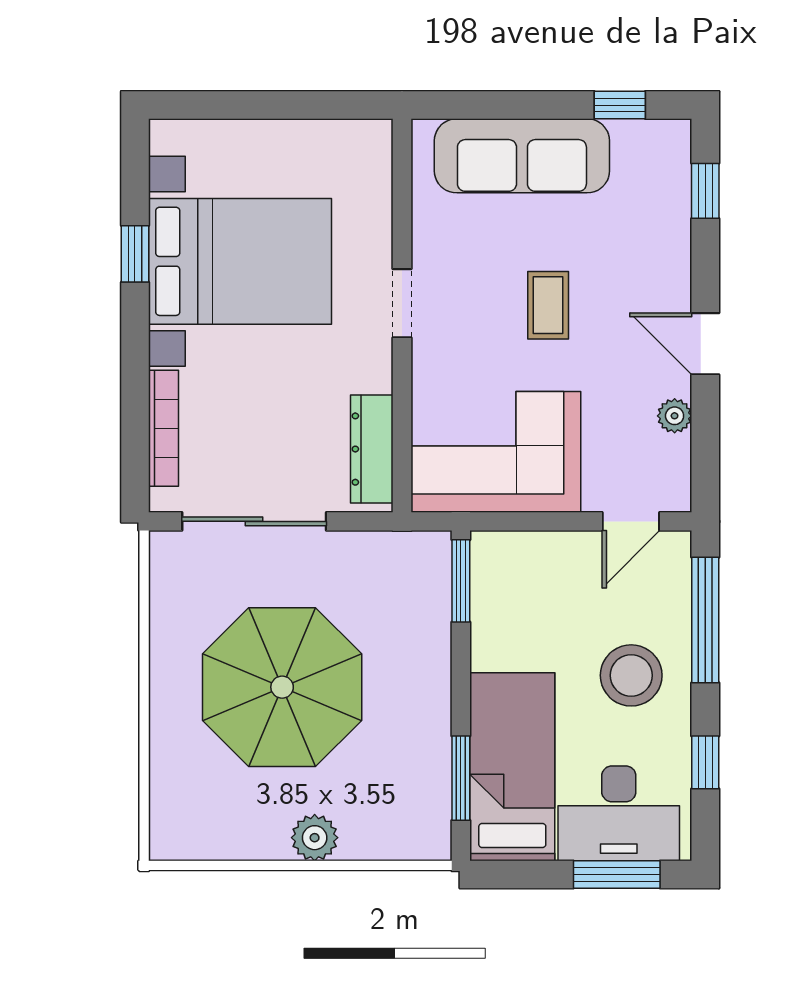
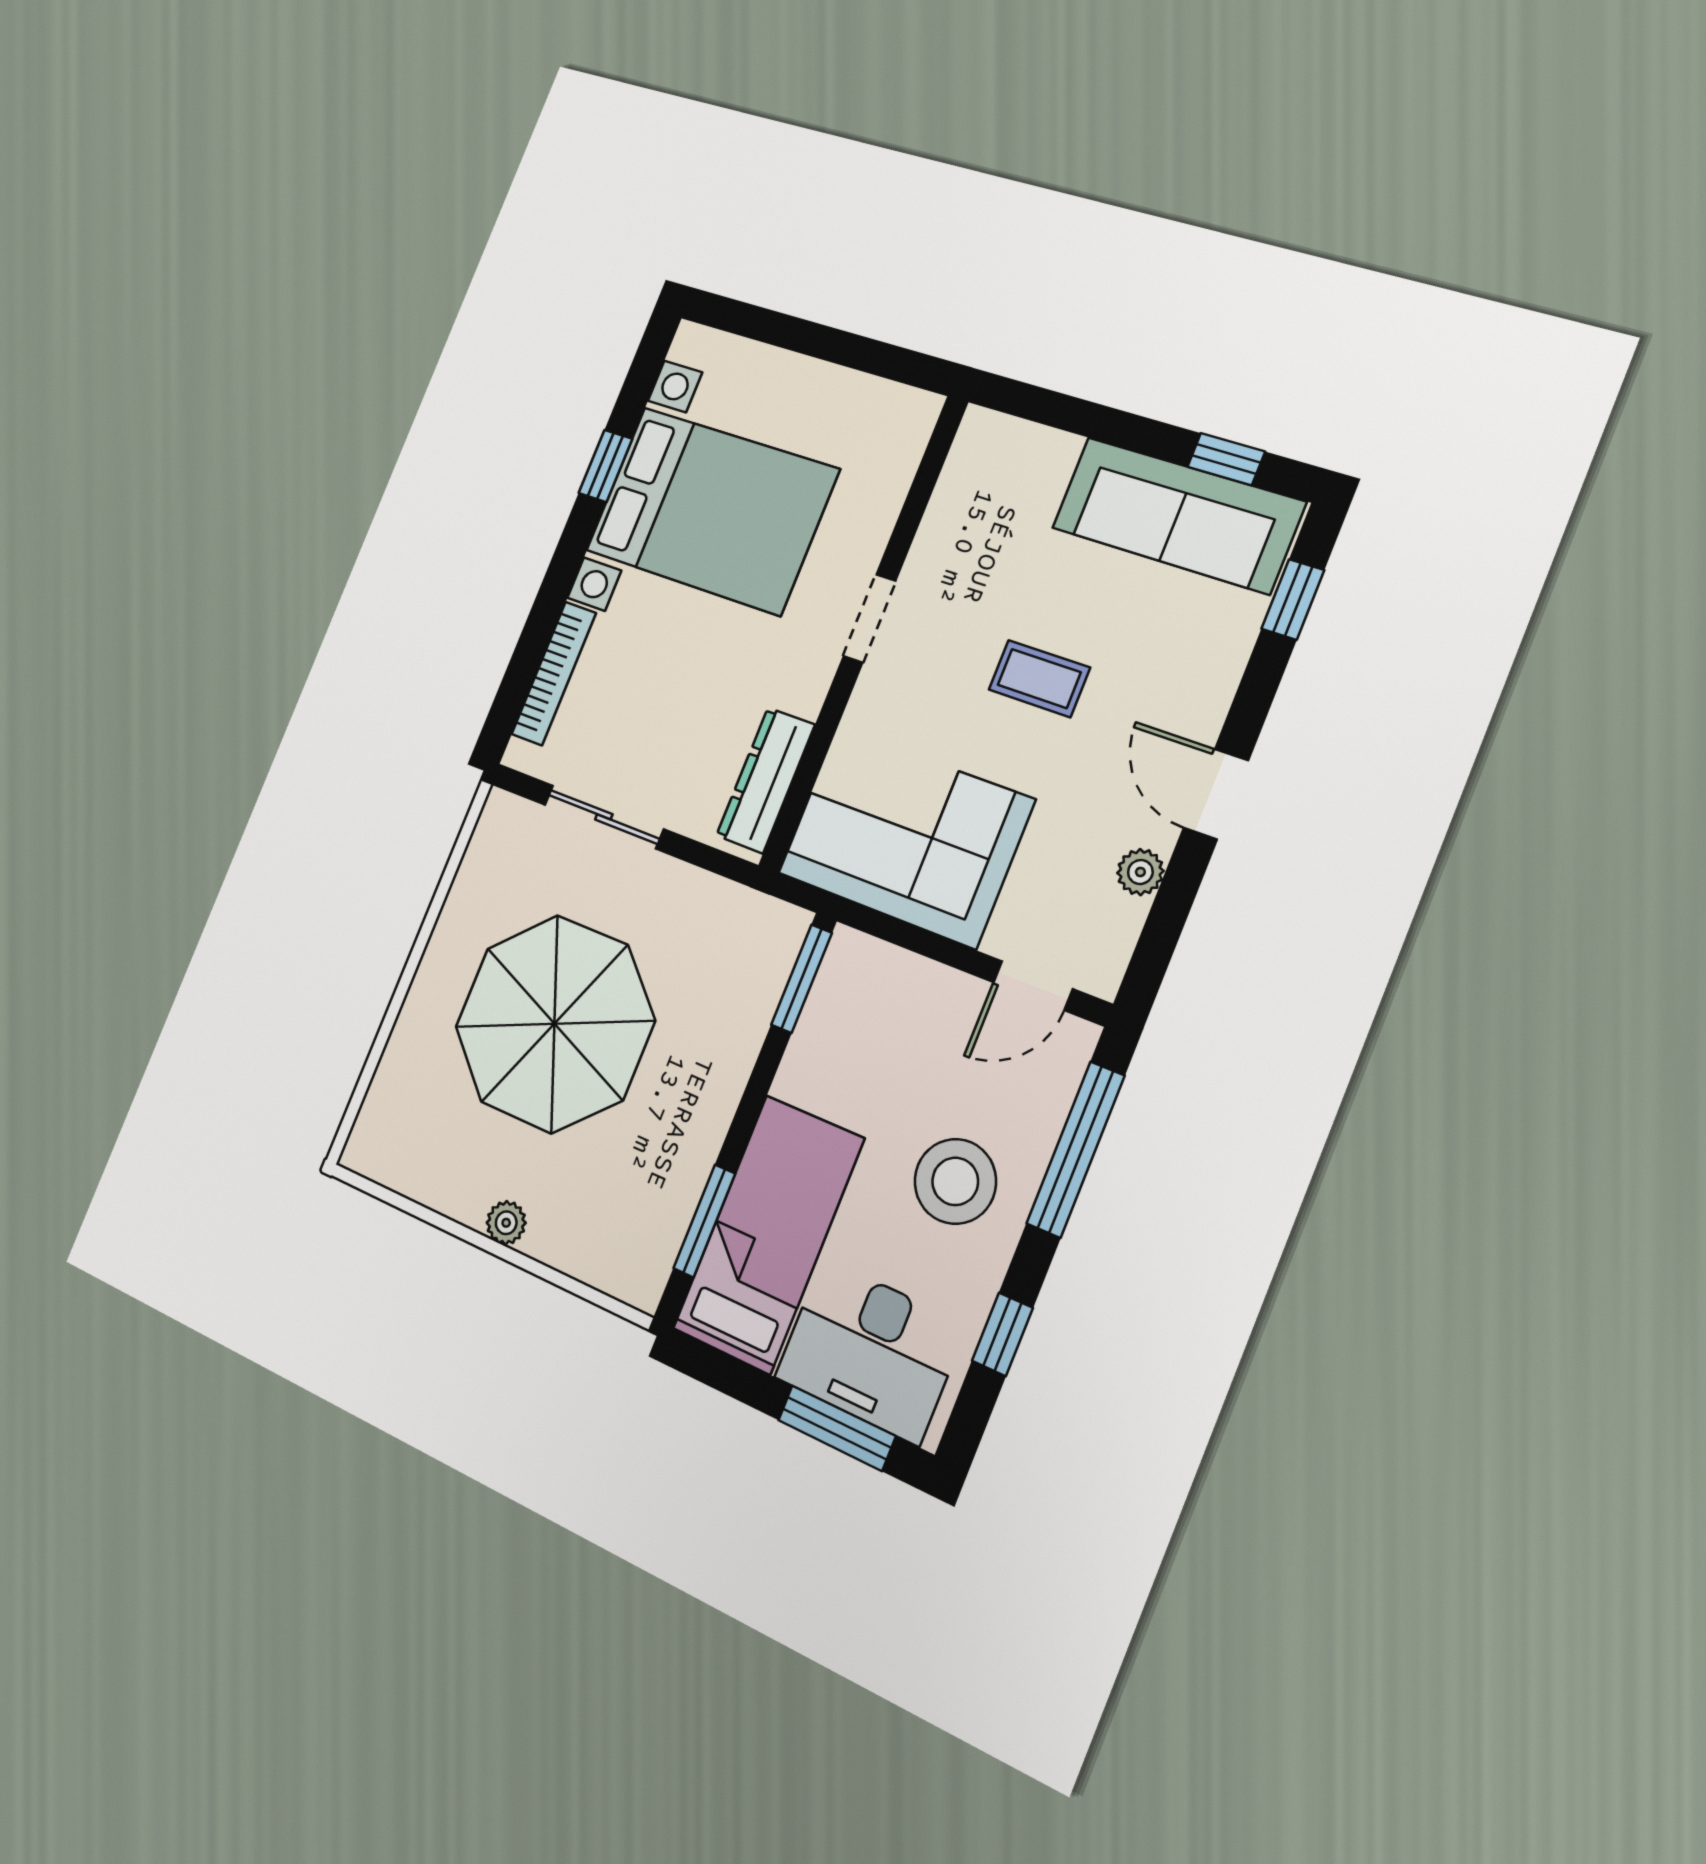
sofa: (522, 156) -> (1178, 515), moved
coffee table: (548, 305) -> (1039, 679), turned 90
sliding door: (254, 521) -> (604, 817), width x0.73
plant: (315, 838) -> (506, 1223), width x0.73, depth x0.73

